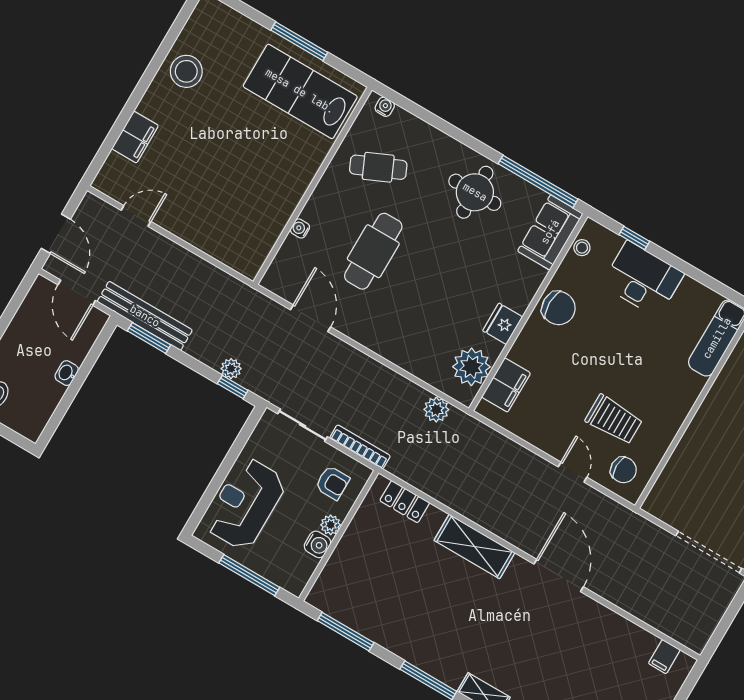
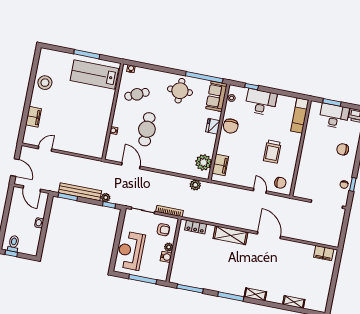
chair: (559, 308) -> (231, 126), turned 90
bench: (145, 316) -> (80, 192), moved
fridge: (503, 324) -> (213, 126), moved
trolley: (614, 420) -> (272, 152), moved, turned 90
filing cabinet: (664, 657) -> (324, 253), width x2.00

